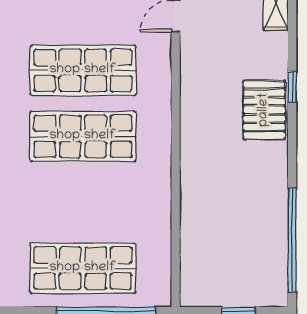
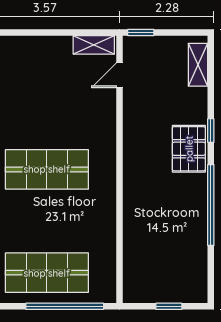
shop shelf: (83, 70) -> (47, 118), removed
window: (292, 240) -> (211, 205), moved

